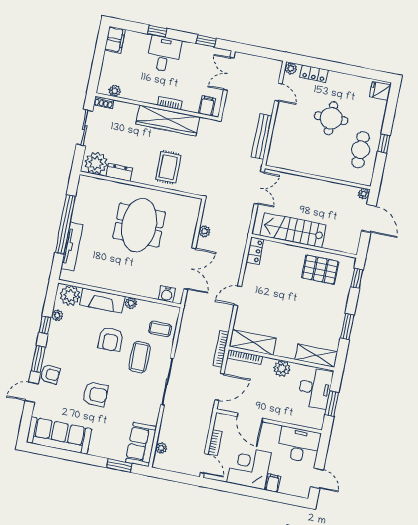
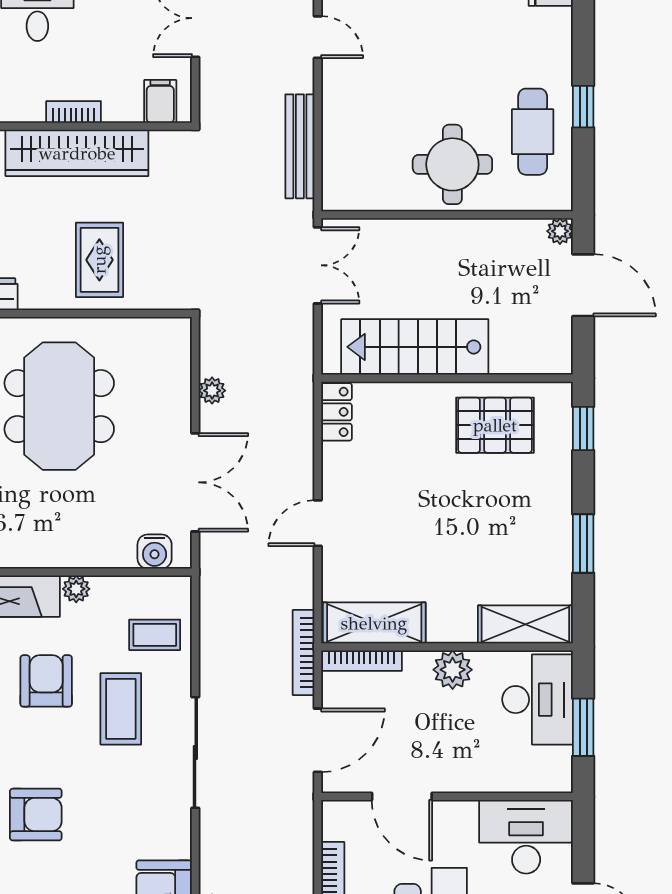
round table: (331, 118) -> (452, 164), moved
armchair: (111, 339) -> (46, 681), turned 180

